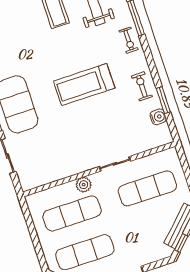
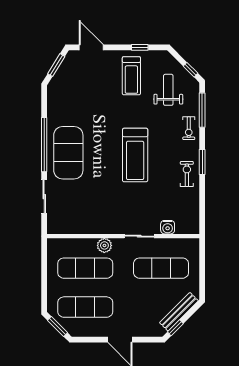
treadmill: (84, 85) -> (135, 155), turned -90
window: (163, 100) -> (202, 162), moved
water cooler: (158, 117) -> (168, 227), moved, turned 90

